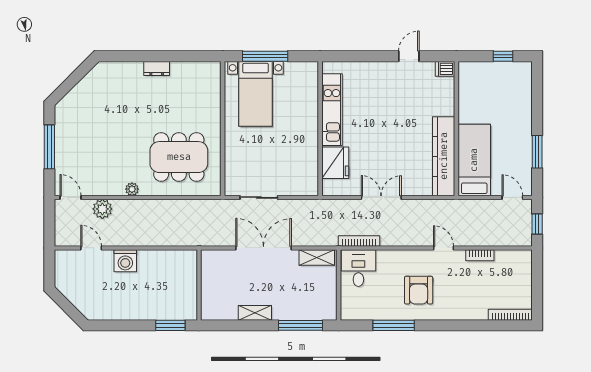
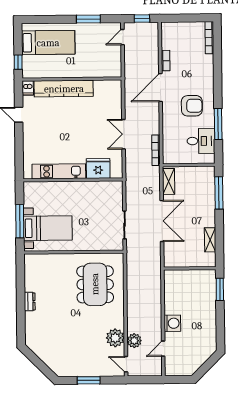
window: (503, 56) -> (18, 62), moved
window: (49, 147) -> (89, 380), width x0.69
kitchen counter: (444, 156) -> (64, 89), moved
bed: (474, 160) -> (48, 43), moved, turned 180
plant: (132, 189) -> (115, 338), moved, width x1.88, depth x1.88
door: (70, 197) -> (126, 364), hinge flipped
double door: (264, 248) -> (162, 221), swing flipped
door: (444, 248) -> (160, 88), width x1.88
desk: (358, 268) -> (201, 141), moved, turned 180
shelving: (255, 313) -> (210, 240), moved

